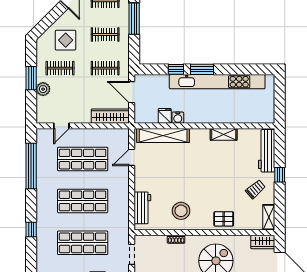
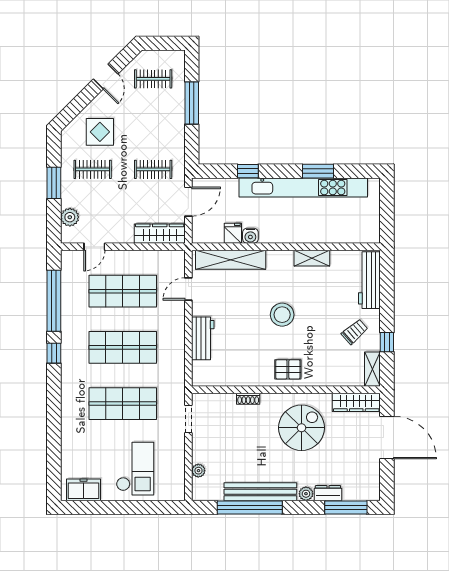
clothes rail: (105, 34) -> (153, 124), removed
window: (202, 69) -> (318, 171), moved
plant: (43, 89) -> (70, 217), moved
door: (132, 92) -> (188, 202), swing flipped
window: (280, 175) -> (387, 342), moved
workbench: (142, 208) -> (203, 338), moved
stool: (181, 211) -> (282, 315), moved
pallet: (224, 219) -> (288, 369), moved
window: (31, 229) -> (54, 353), moved
wardrobe: (263, 242) -> (356, 402), width x1.50

